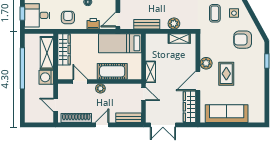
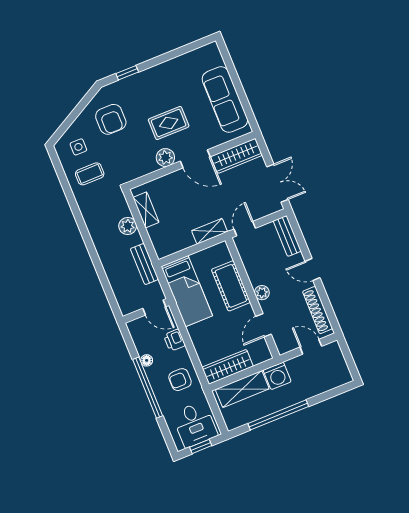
door: (56, 105) -> (311, 347), swing flipped

